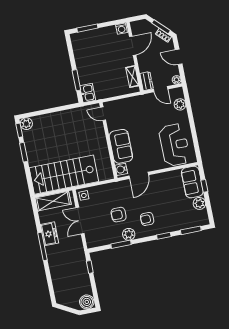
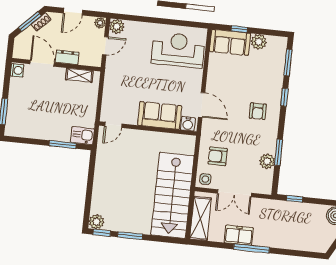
dresser: (147, 81) -> (67, 57), moved
plant: (180, 104) -> (117, 26), moved
armchair: (119, 215) -> (218, 156), moved, turned 90
plant: (129, 234) -> (267, 161), moved

